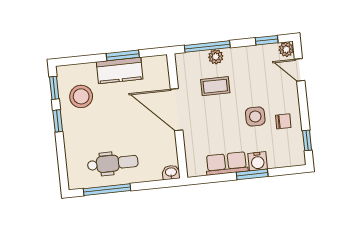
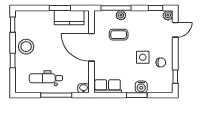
kitchen counter: (120, 70) -> (69, 18), moved
door: (300, 70) -> (175, 30), swing flipped
stool: (81, 96) -> (26, 47), moved
window: (58, 121) -> (13, 61), moved
dental chair: (113, 163) -> (46, 78), turned 180
row of seats: (227, 163) -> (108, 86), moved
window: (107, 190) -> (56, 95), moved

